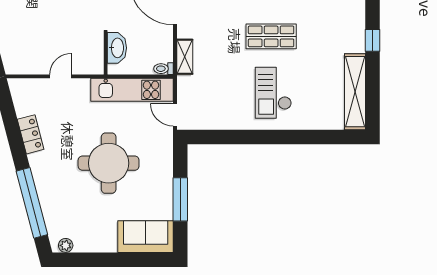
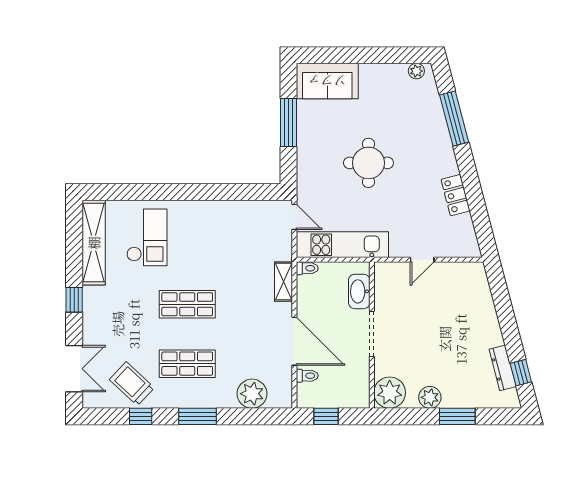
checkout: (273, 93) -> (147, 237), moved
round table: (109, 163) -> (368, 163), width x0.73, depth x0.73
window: (32, 203) -> (454, 119), width x0.68

